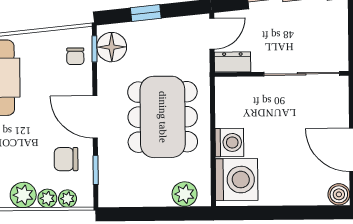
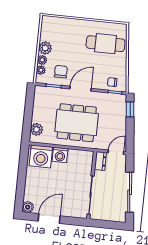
window: (146, 13) -> (130, 109), moved
door: (212, 34) -> (116, 152), swing flipped
floor lamp: (112, 47) -> (115, 101), removed

